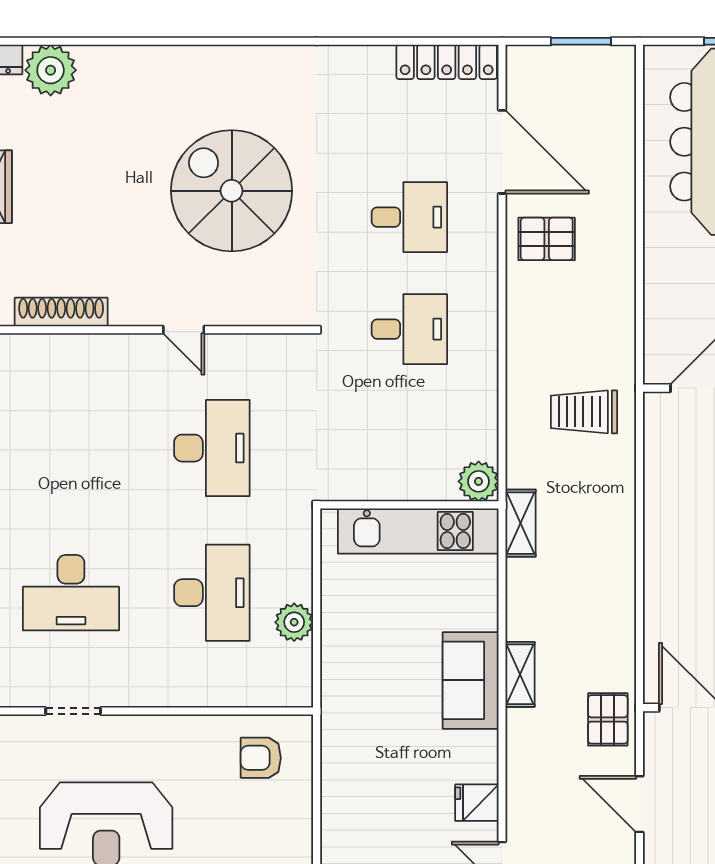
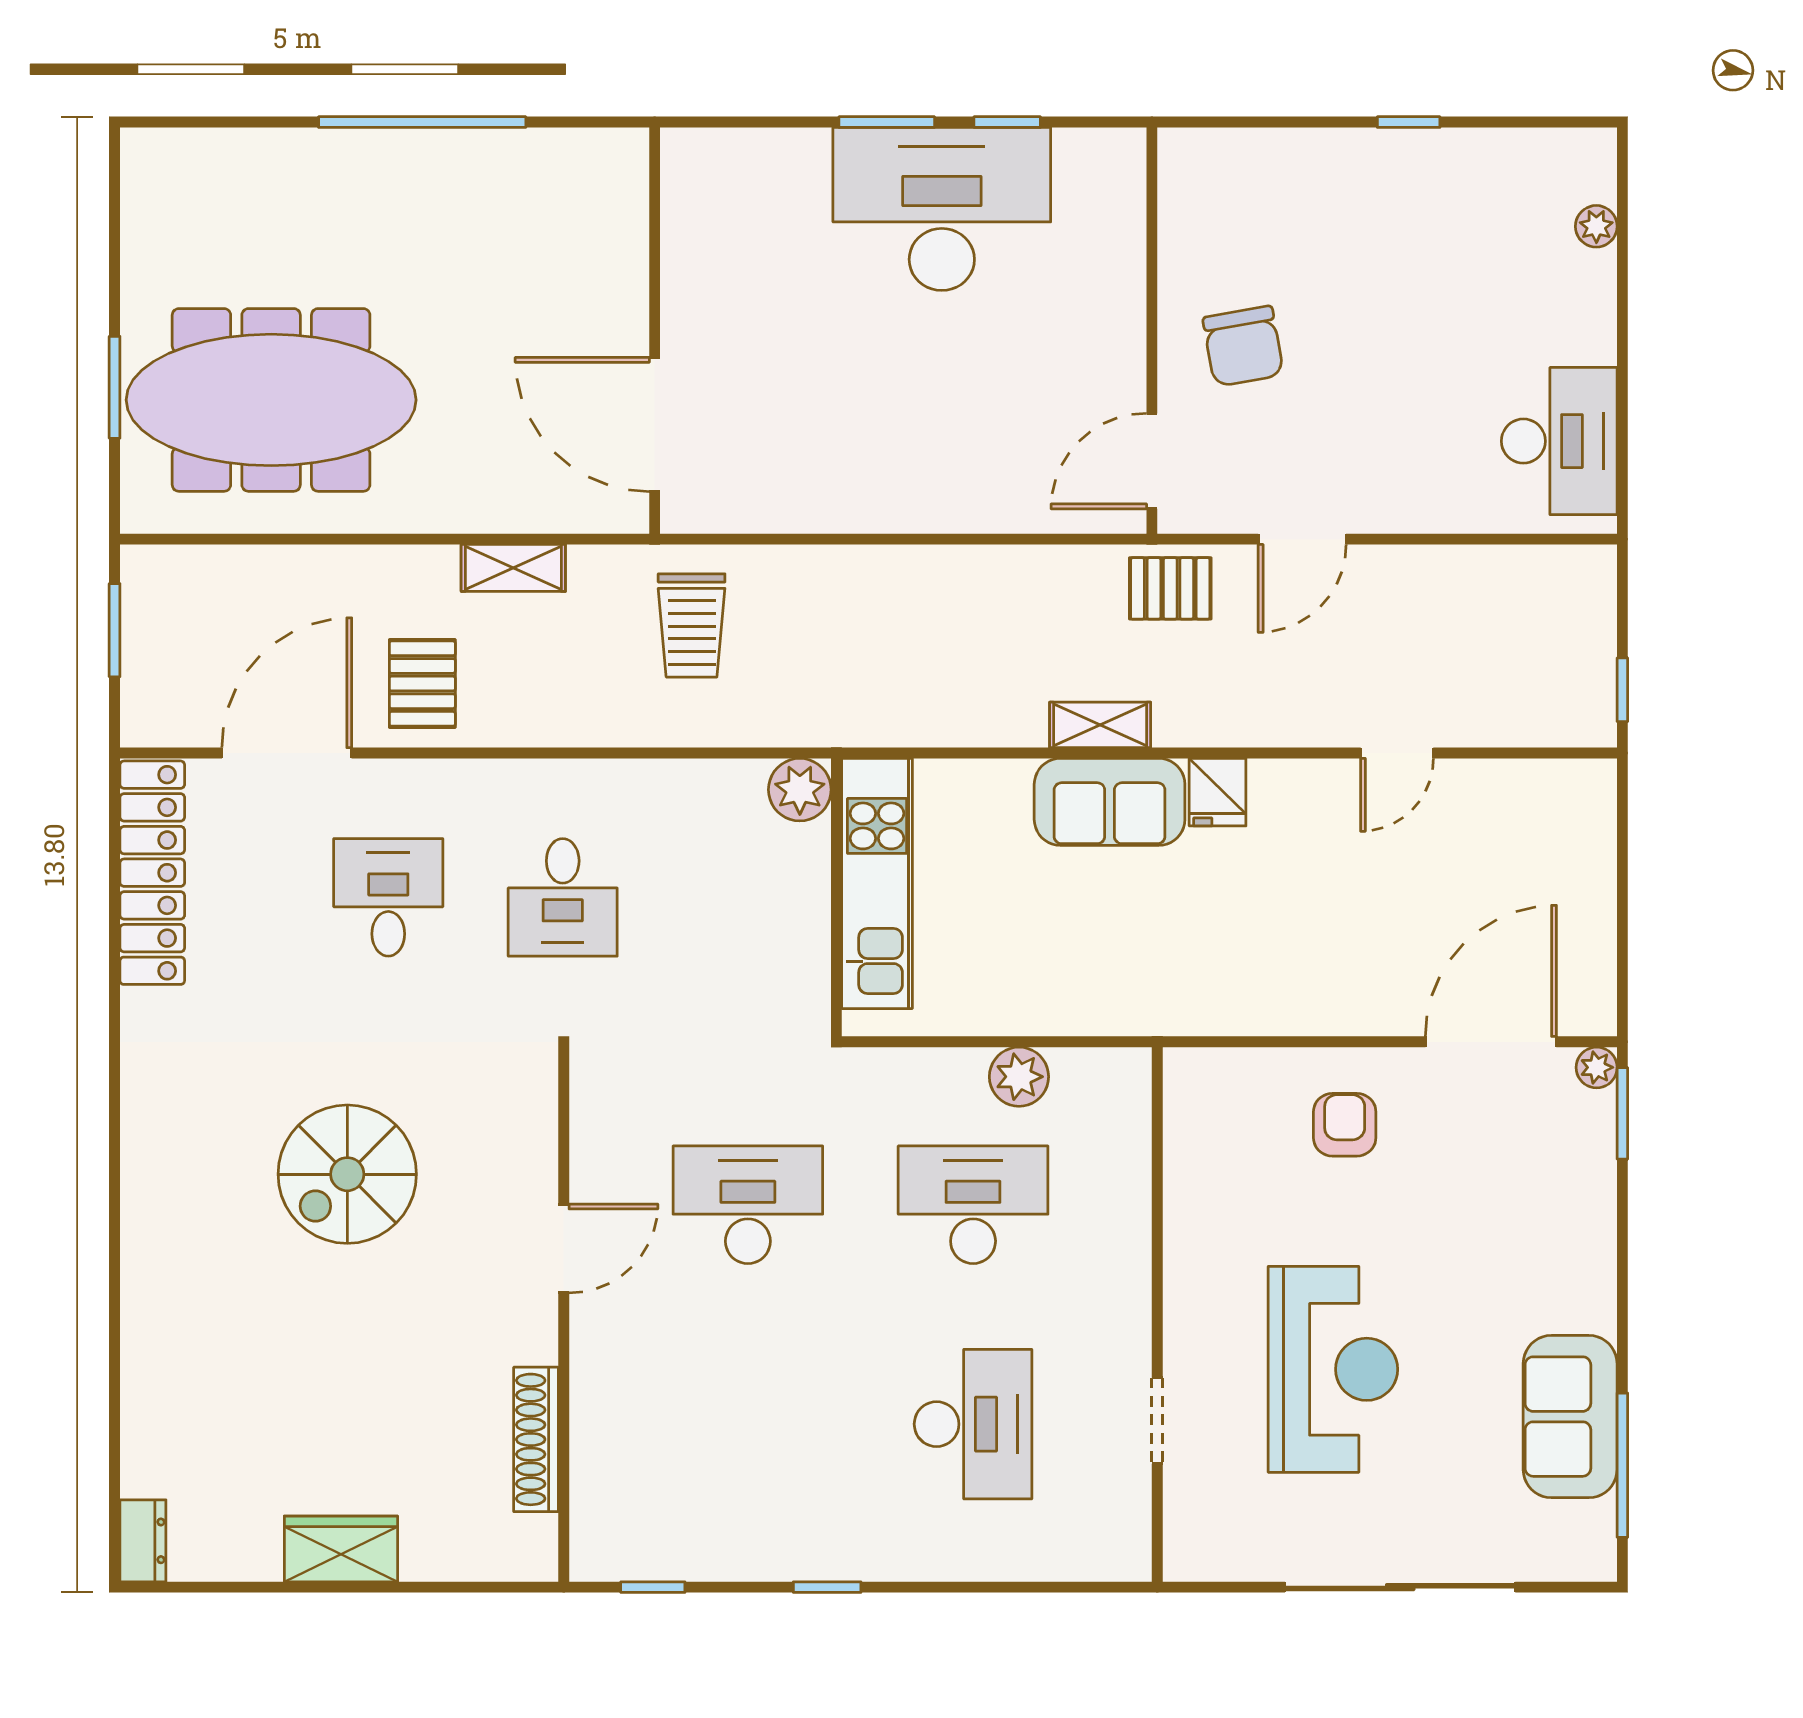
locker: (447, 62) -> (152, 873), width x1.41, depth x1.21
plant: (51, 70) -> (160, 1456), removed
spiral stairs: (232, 191) -> (347, 1174), width x0.73, depth x0.73
desk: (409, 329) -> (563, 897), turned 180
door: (184, 330) -> (564, 1249), width x1.37
shelving: (521, 523) -> (513, 568), moved
armchair: (261, 758) -> (1345, 1125), moved, turned 180
fridge: (477, 803) -> (1218, 792), moved

